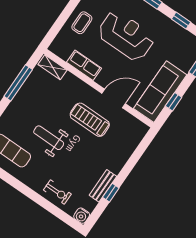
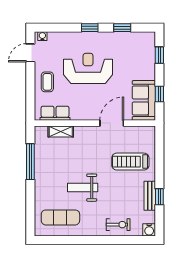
row of seats: (84, 65) -> (55, 113), moved
shelving: (52, 67) -> (61, 132), moved
sofa: (160, 92) -> (144, 100), width x0.73
treadmill: (90, 120) -> (130, 162), moved

